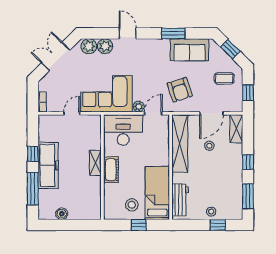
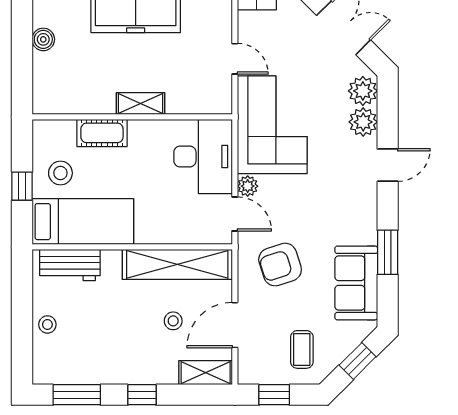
door: (211, 113) -> (235, 325), hinge flipped
cot: (111, 170) -> (102, 133), moved
window: (218, 225) -> (22, 337), removed

